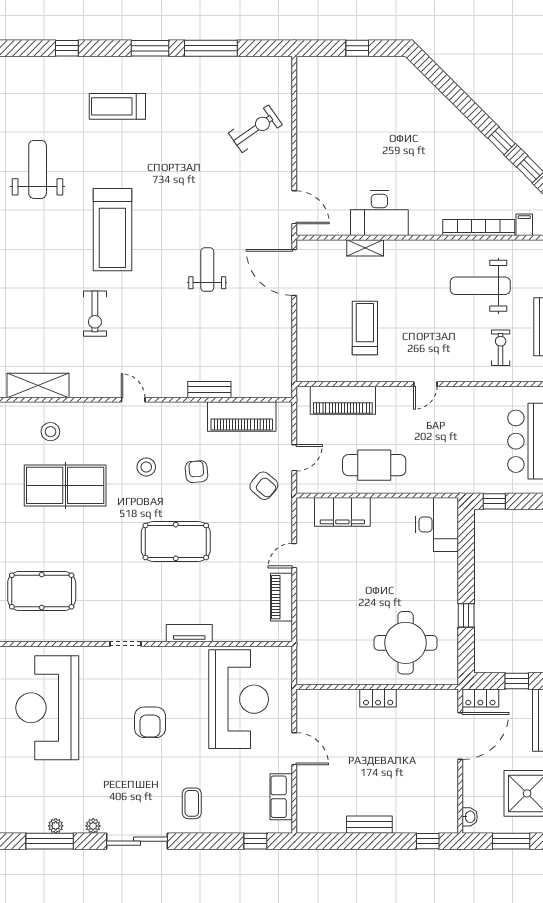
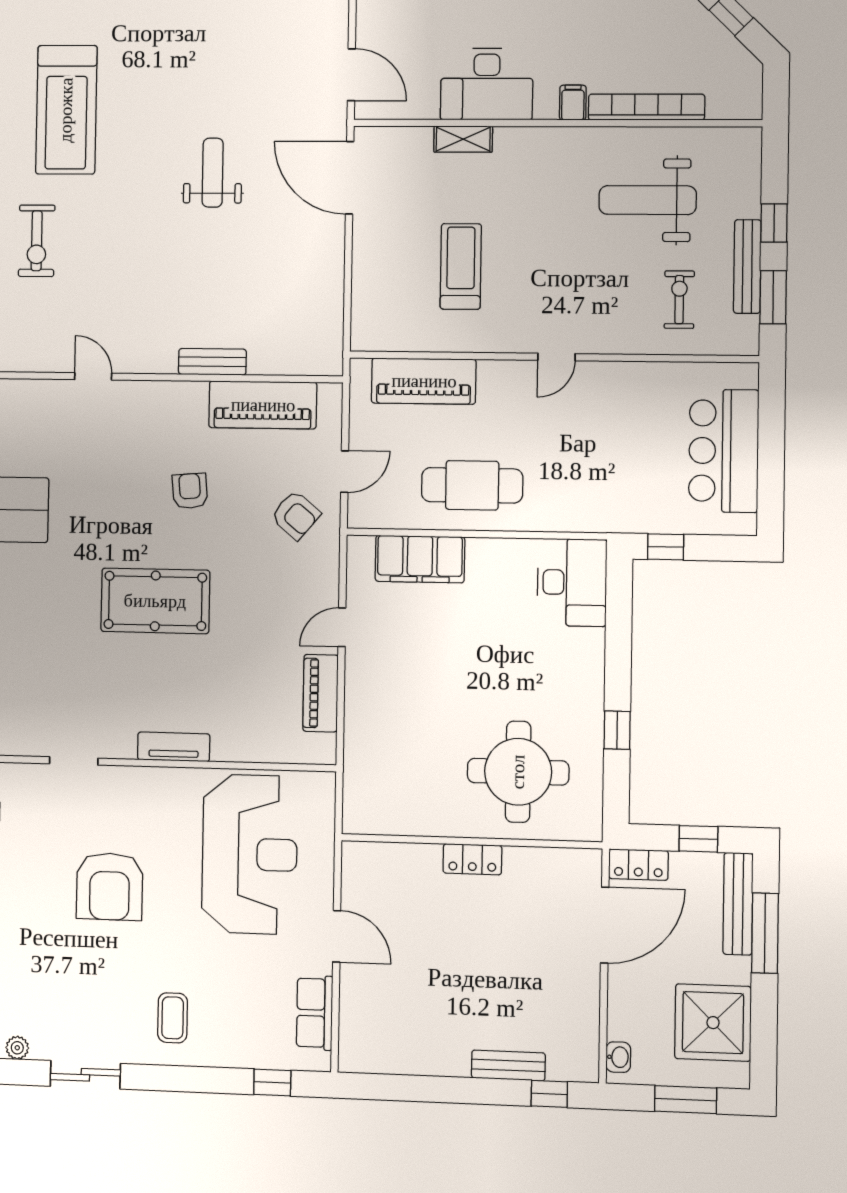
filing cabinet: (524, 225) -> (573, 103), moved
stool: (146, 467) -> (111, 482), removed
armchair: (150, 722) -> (110, 886), width x1.36, depth x1.36
bench: (369, 825) -> (508, 1065), moved
sliding door: (137, 841) -> (85, 1075), width x0.73

